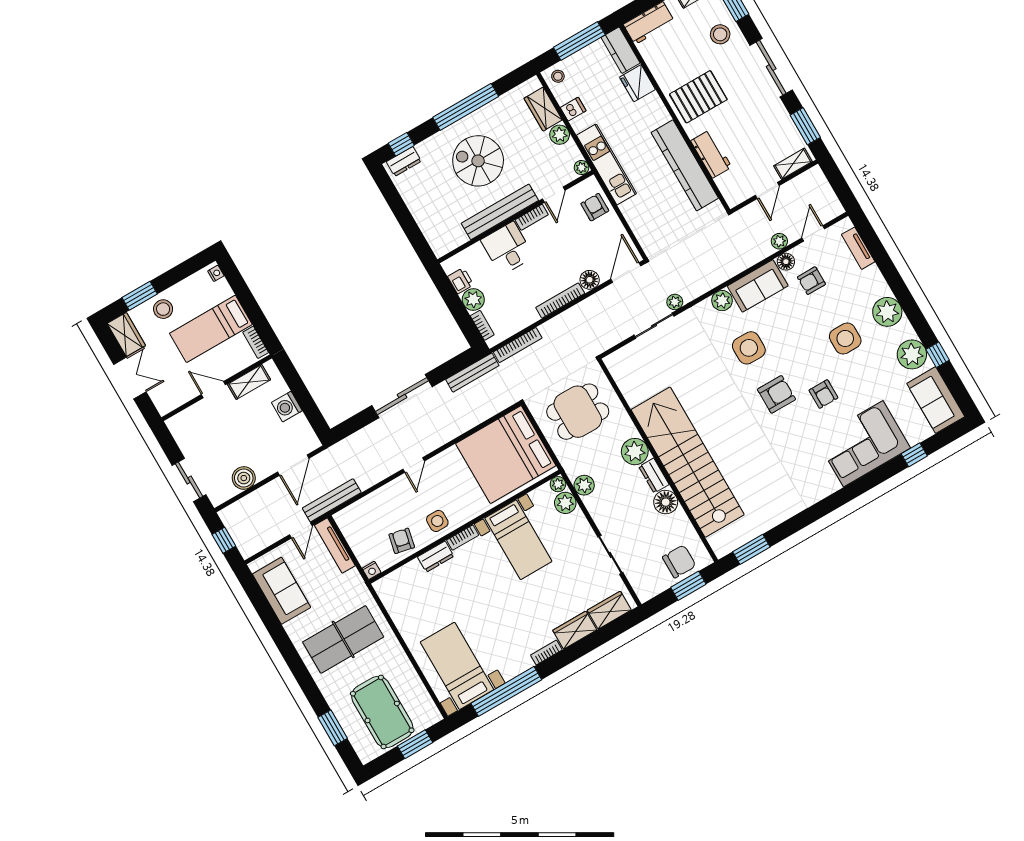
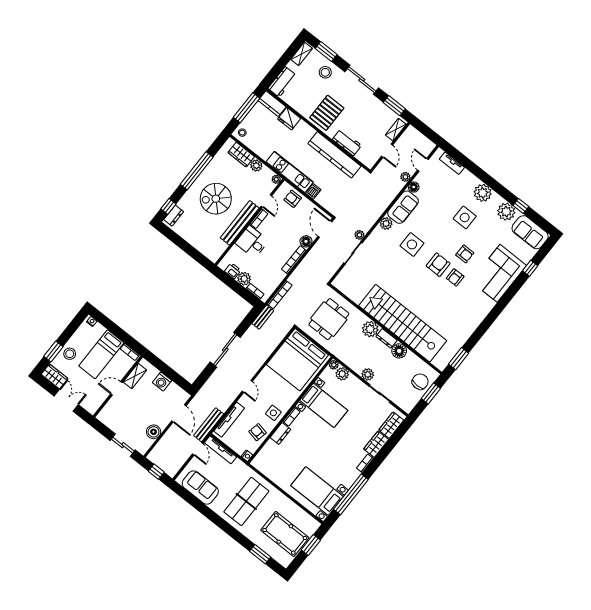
dishwasher: (573, 109) -> (313, 191), moved
armchair: (811, 281) -> (455, 277), moved
bench: (472, 373) -> (263, 317), width x0.73
plant: (584, 485) -> (368, 374), moved
tv unit: (366, 505) -> (229, 420), added

